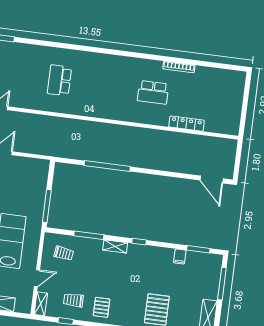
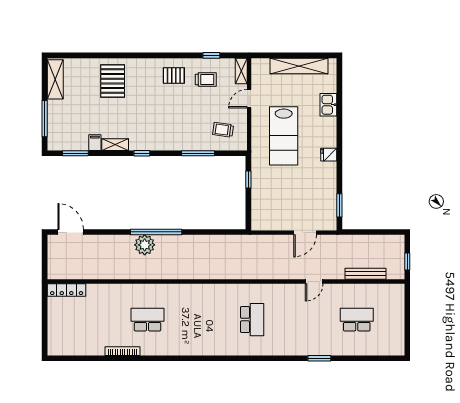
locker: (187, 124) -> (67, 290), moved
plant: (147, 159) -> (145, 245), added
window: (107, 166) -> (156, 232), moved
window: (47, 206) -> (248, 179), width x0.46
shelving: (115, 246) -> (115, 145), moved
pallet: (102, 307) -> (174, 76), turned 90

